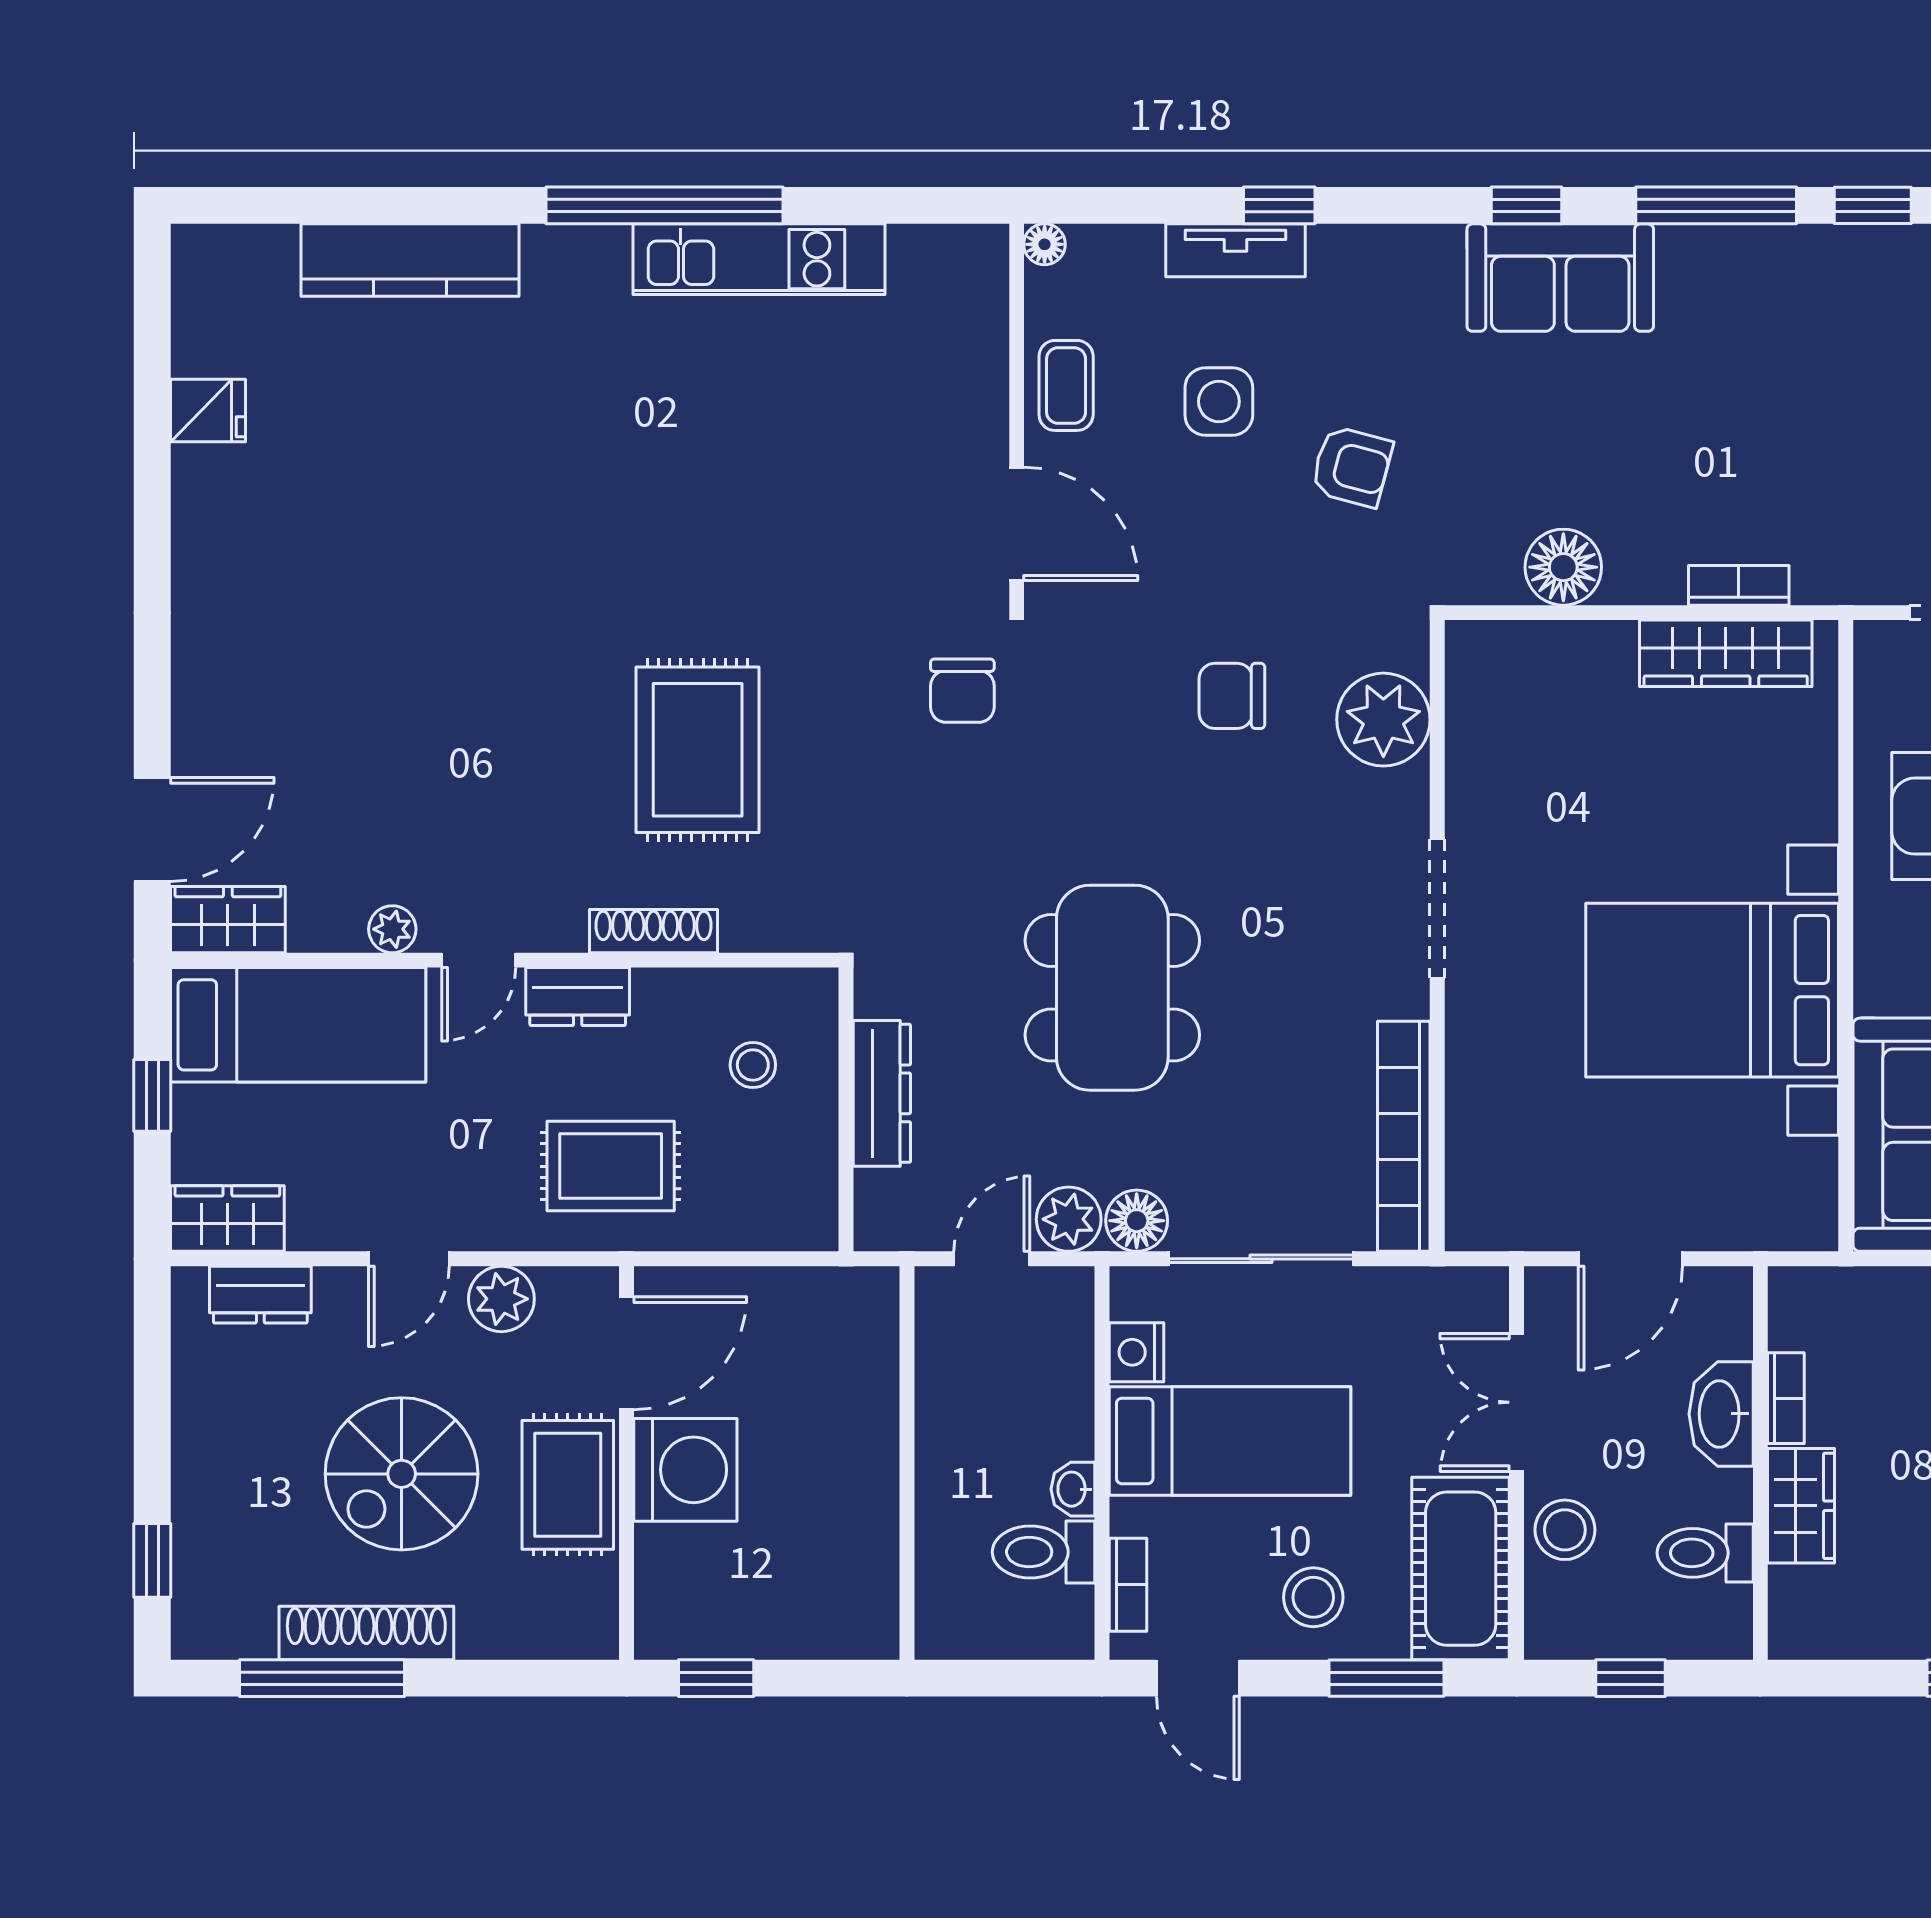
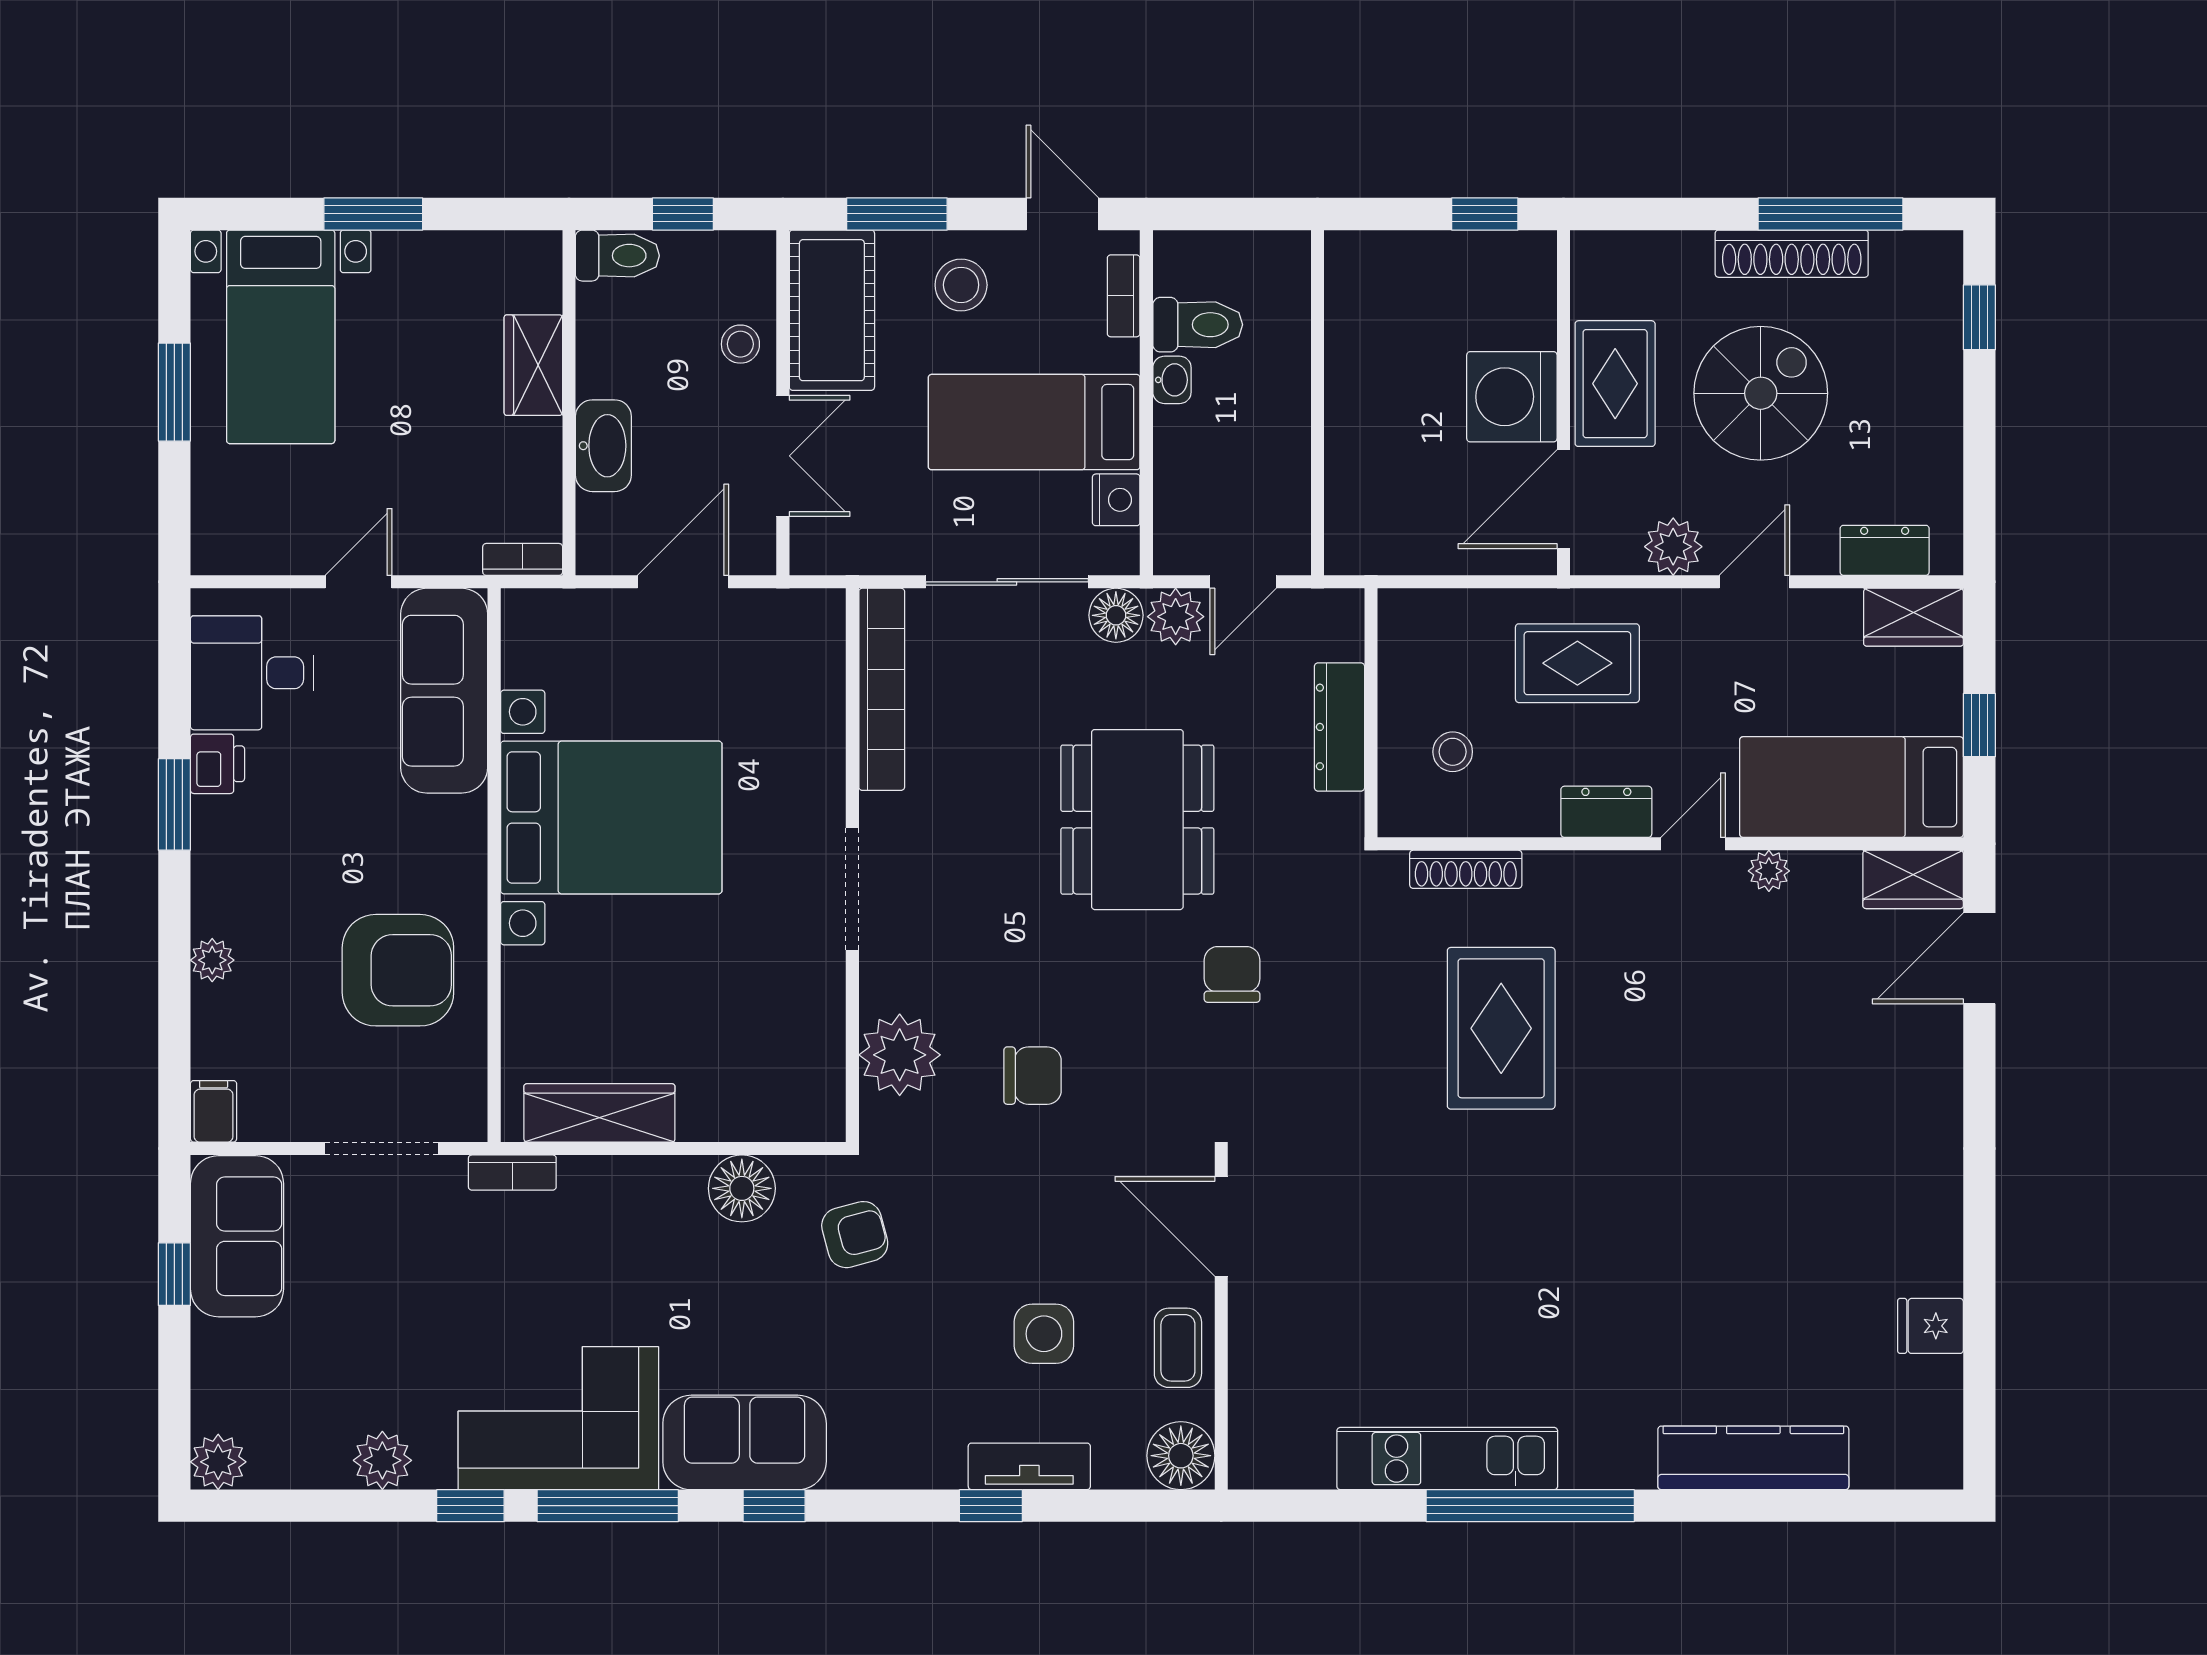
floor lamp: (1045, 244) -> (1181, 1456), width x1.89, depth x1.89
corner sofa: (1772, 305) -> (558, 1418), added
armchair: (1352, 466) -> (855, 1235), moved, turned 150
bookcase: (1739, 585) -> (512, 1173), moved
chair: (962, 691) -> (1232, 974), moved
shoe rack: (653, 931) -> (1466, 869), moved
bookcase: (1786, 1398) -> (523, 559), moved, turned 90
stool: (1565, 1530) -> (740, 344), width x0.73, depth x0.73
toilet: (1705, 1553) -> (617, 256), moved

